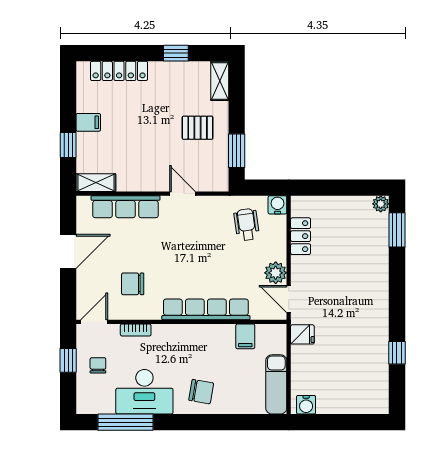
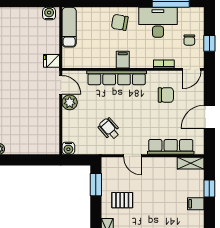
wheelchair: (247, 224) -> (109, 129), moved, turned 147
locker: (301, 236) -> (53, 127), removed
filing cabinet: (245, 336) -> (123, 60), moved

